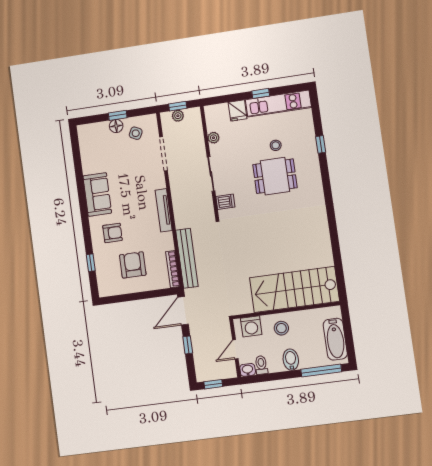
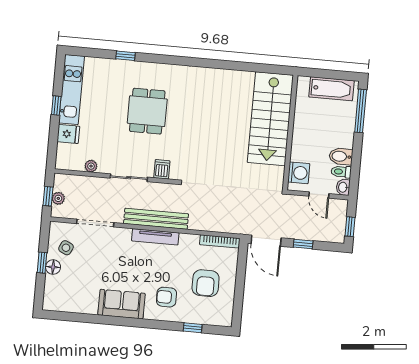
stool: (276, 145) -> (115, 103), removed
armchair: (113, 233) -> (166, 297), turned -90
bench: (187, 258) -> (156, 219), moved
armchair: (133, 265) -> (206, 283), turned -90
stool: (281, 328) -> (308, 142), removed
bidet: (291, 360) -> (341, 156), moved

